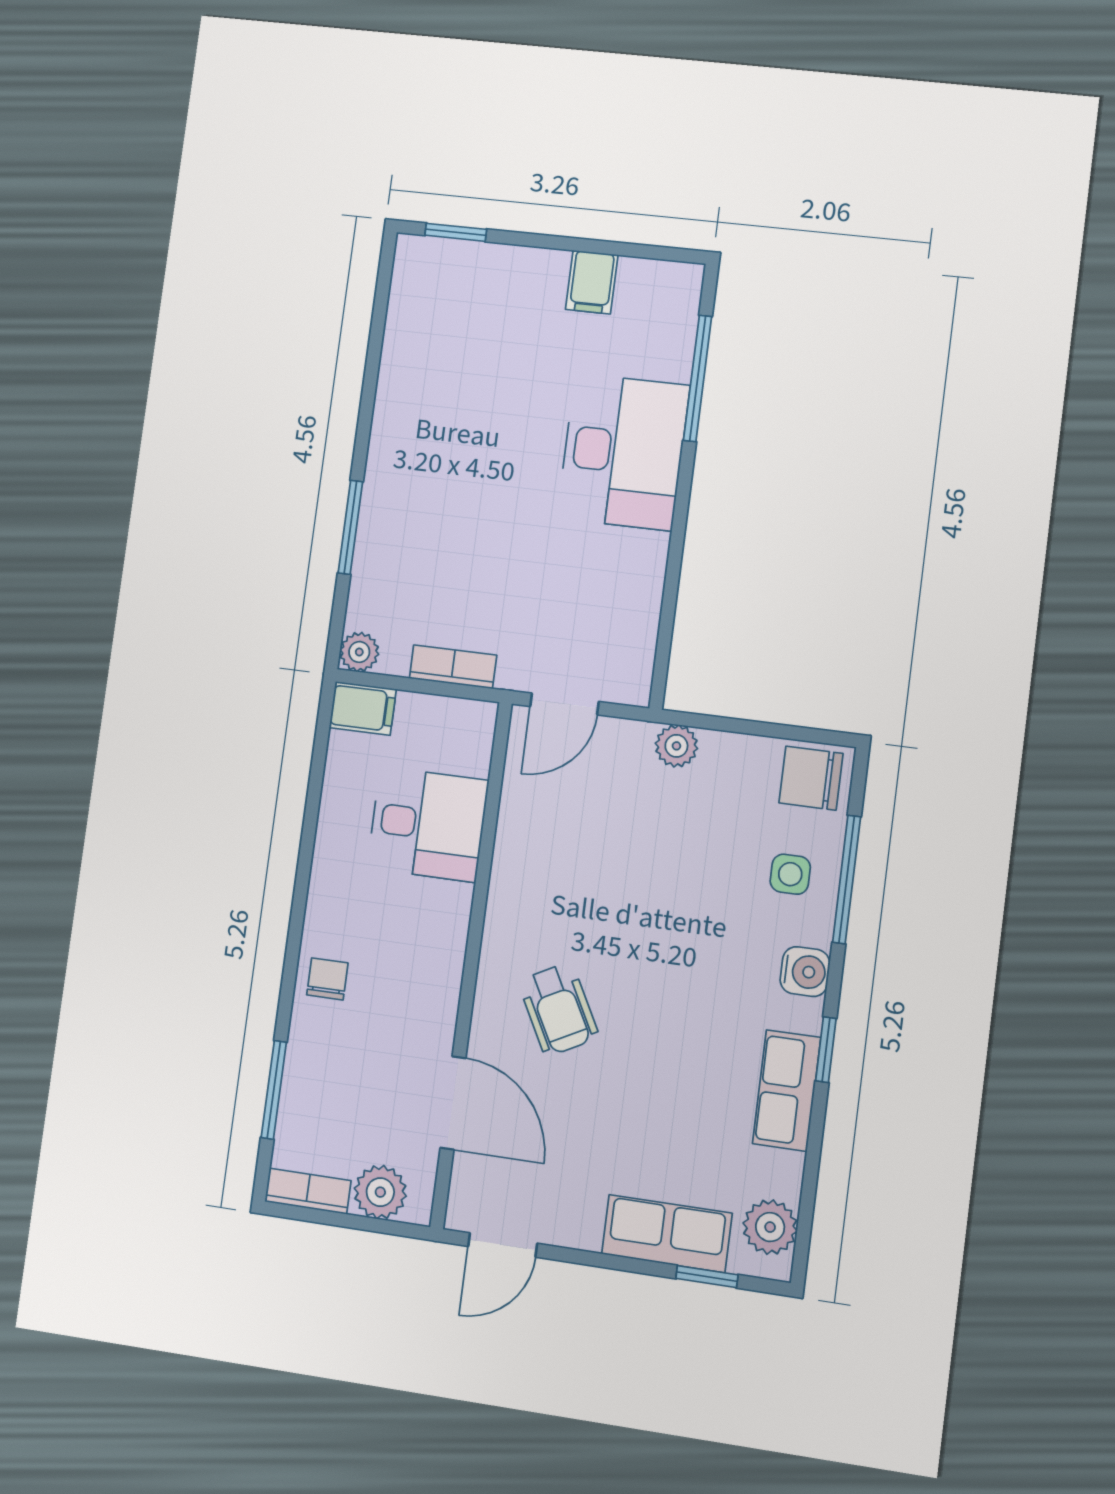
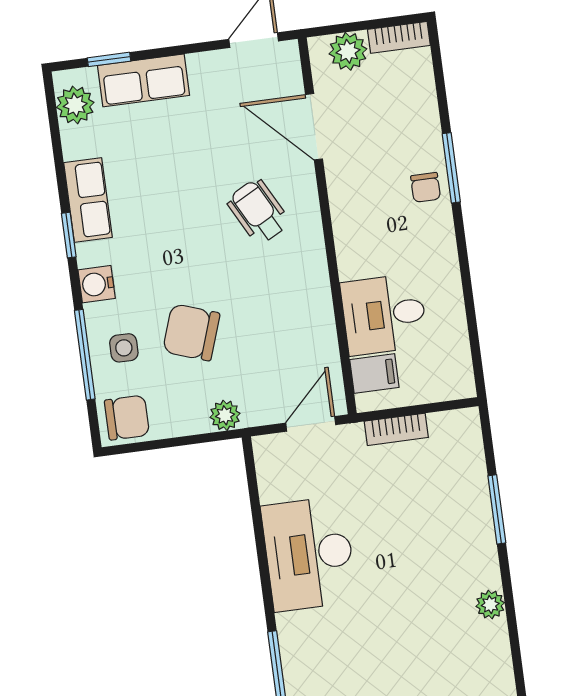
desk: (623, 452) -> (309, 554), moved
plant: (359, 652) -> (490, 605), moved
filing cabinet: (363, 708) -> (374, 373), moved, turned 180
chair: (693, 870) -> (191, 332), added
window: (274, 1090) -> (451, 168), moved

